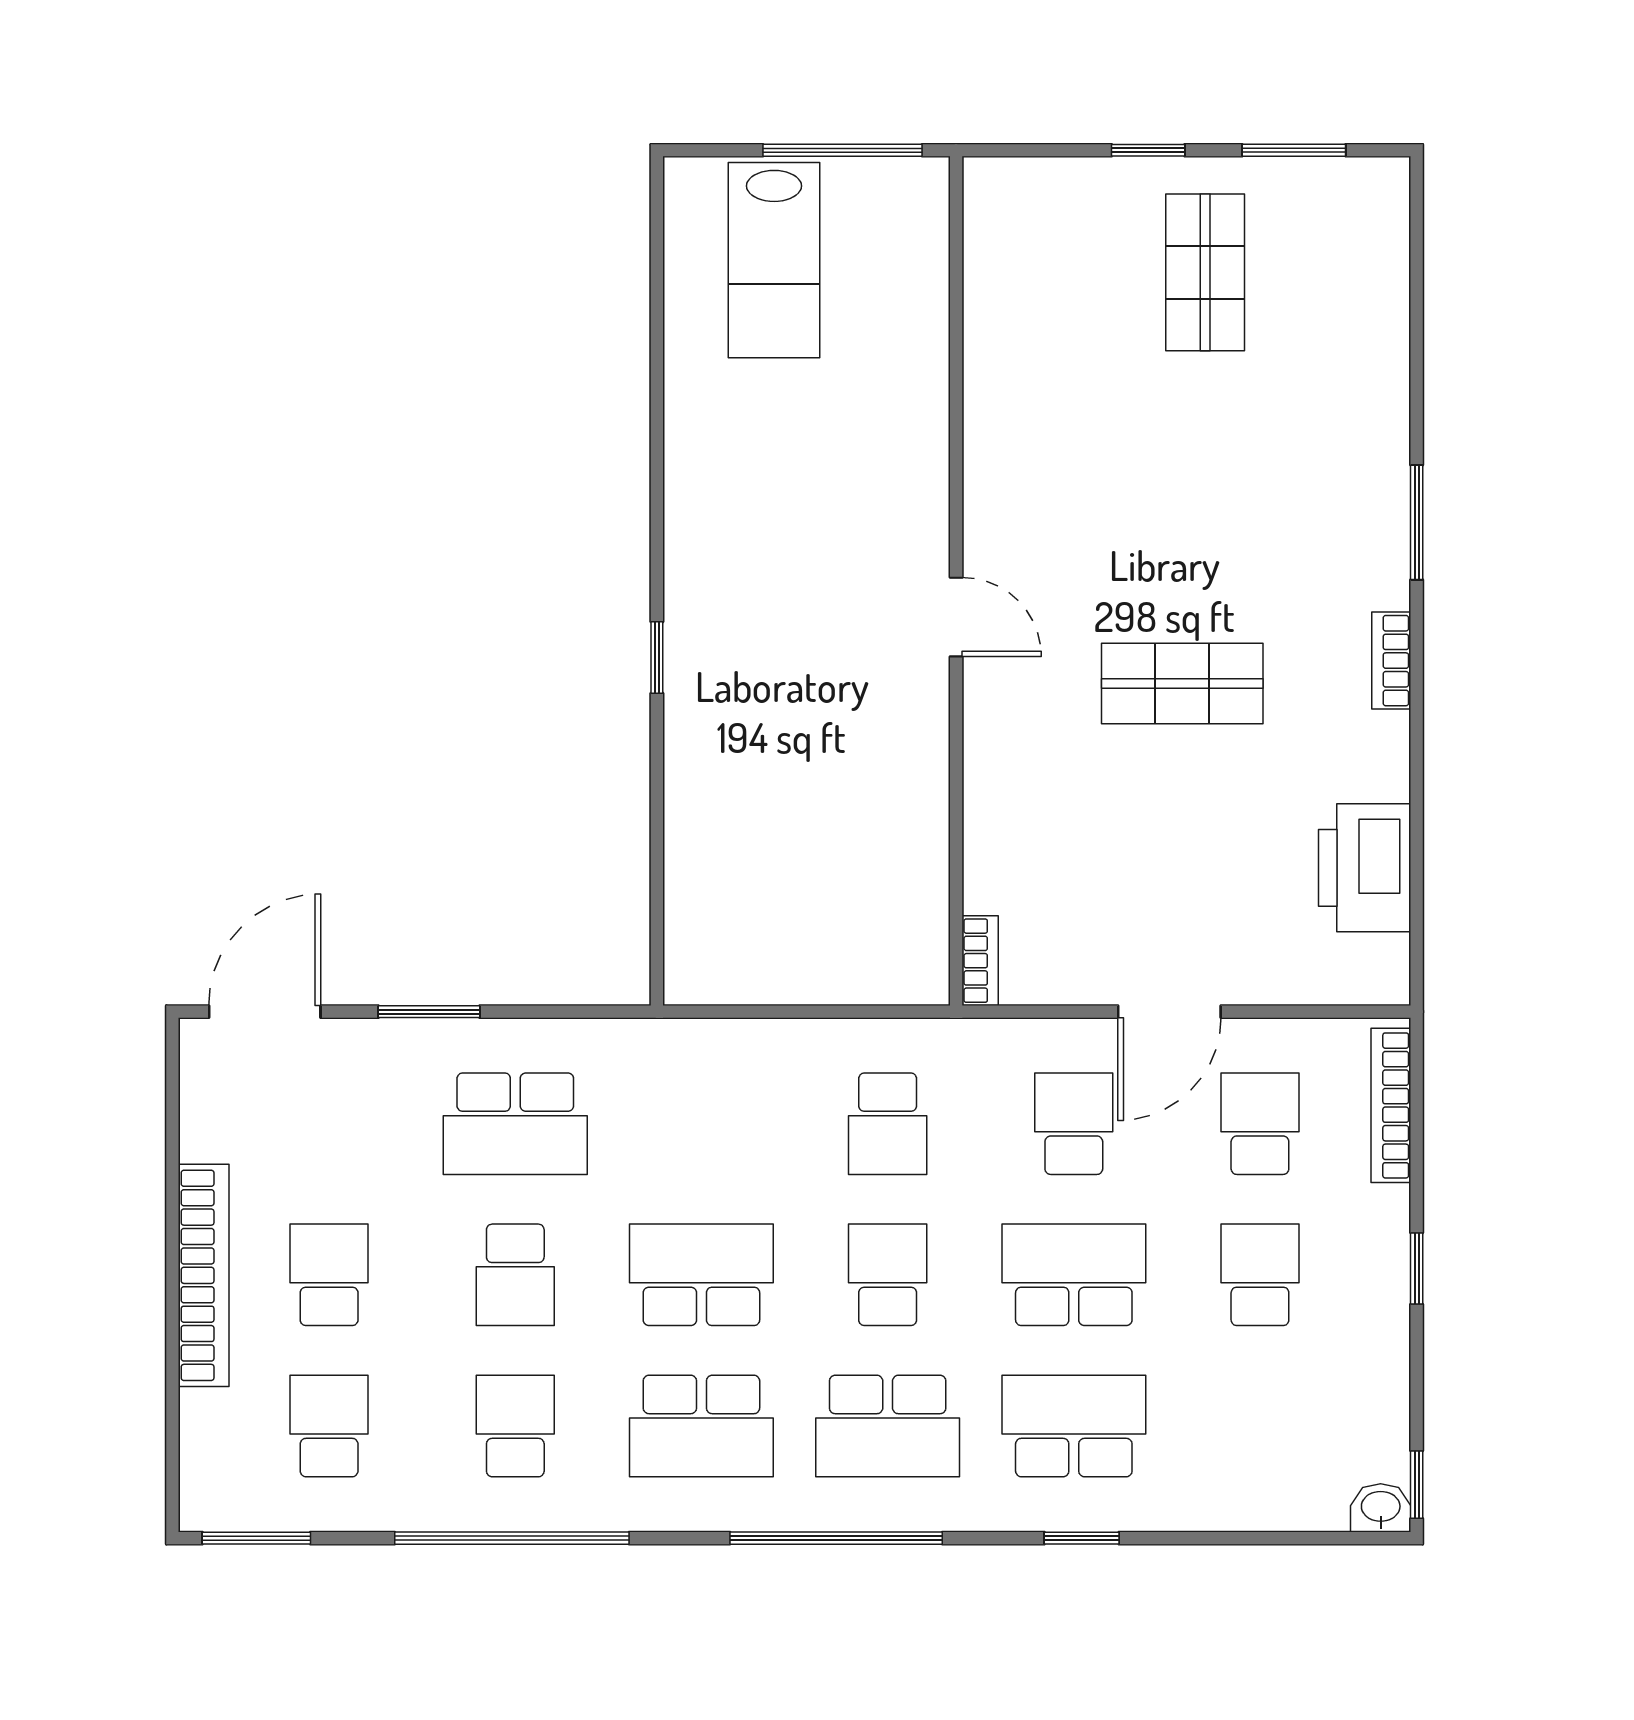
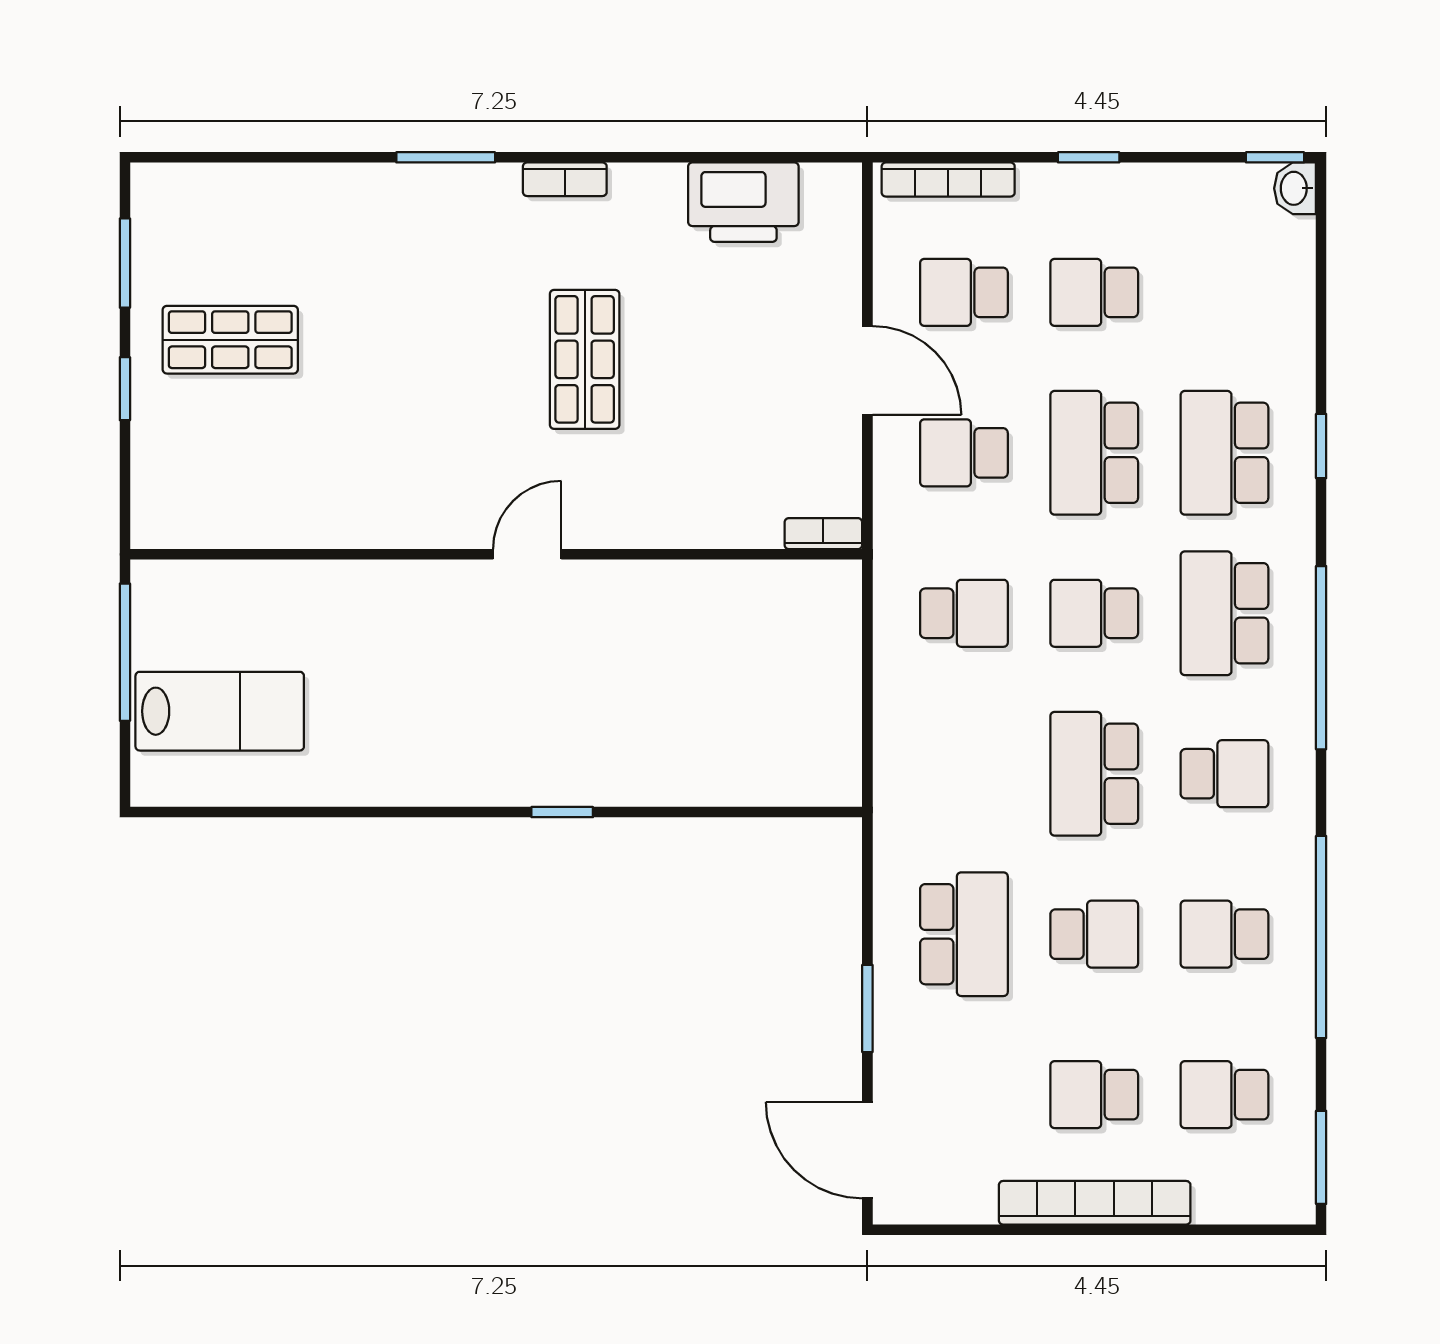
school desk: (701, 1426) -> (1224, 774), width x0.54
school desk: (888, 1426) -> (1224, 613), turned 180

